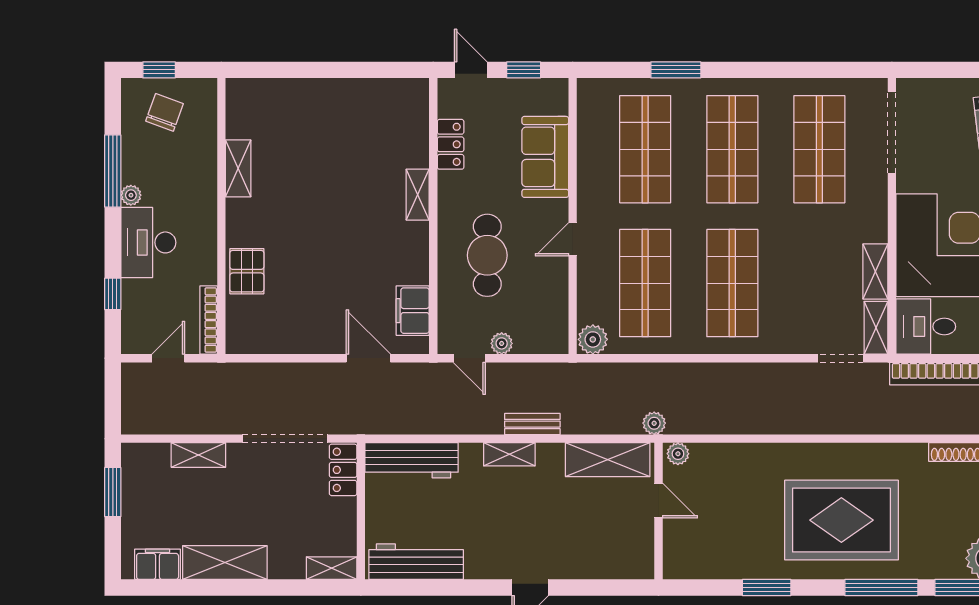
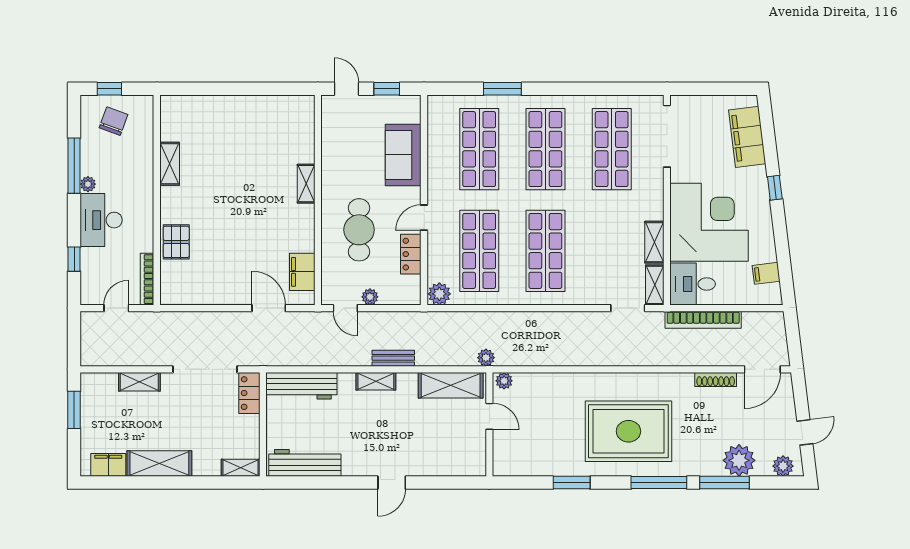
locker: (451, 144) -> (411, 254), moved, turned 180

